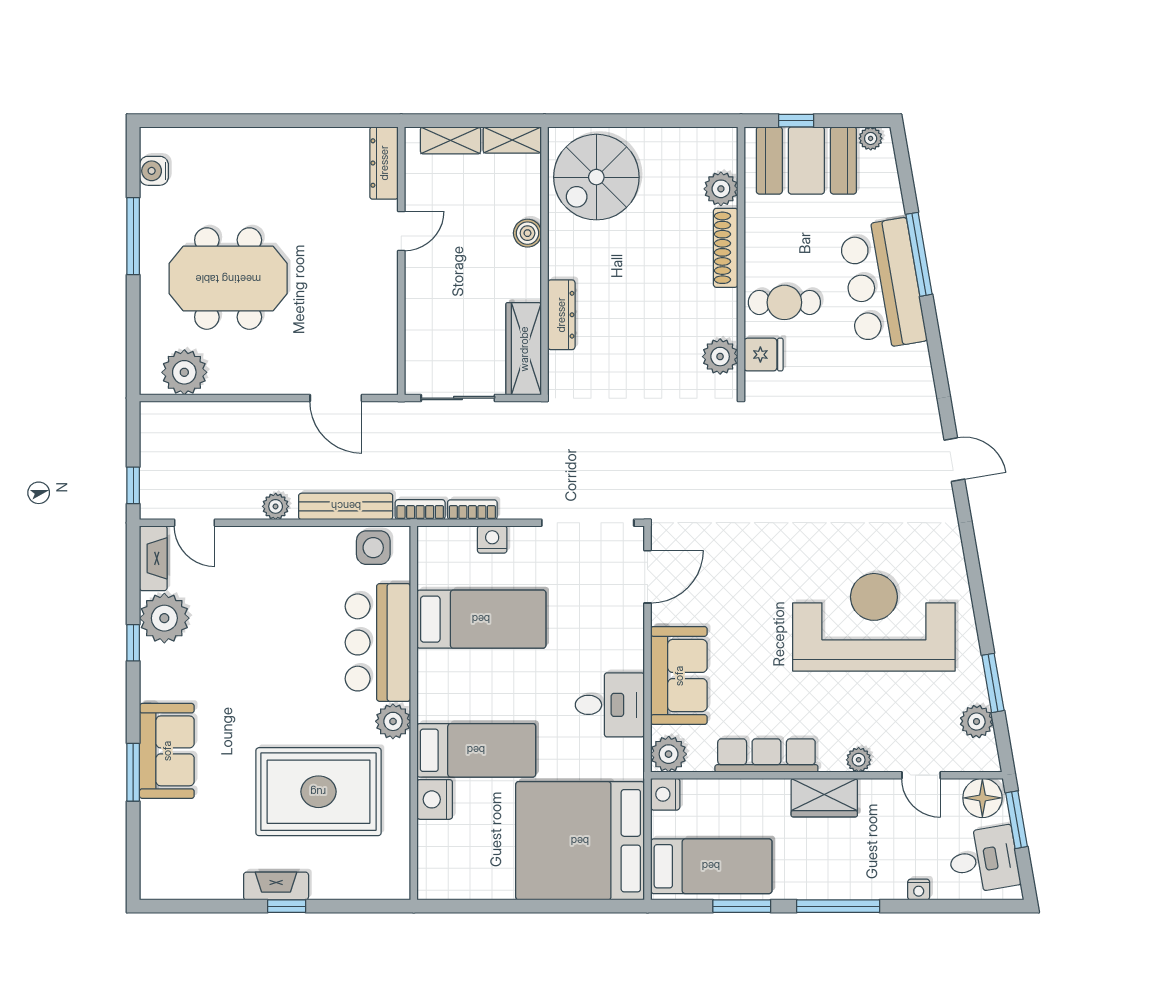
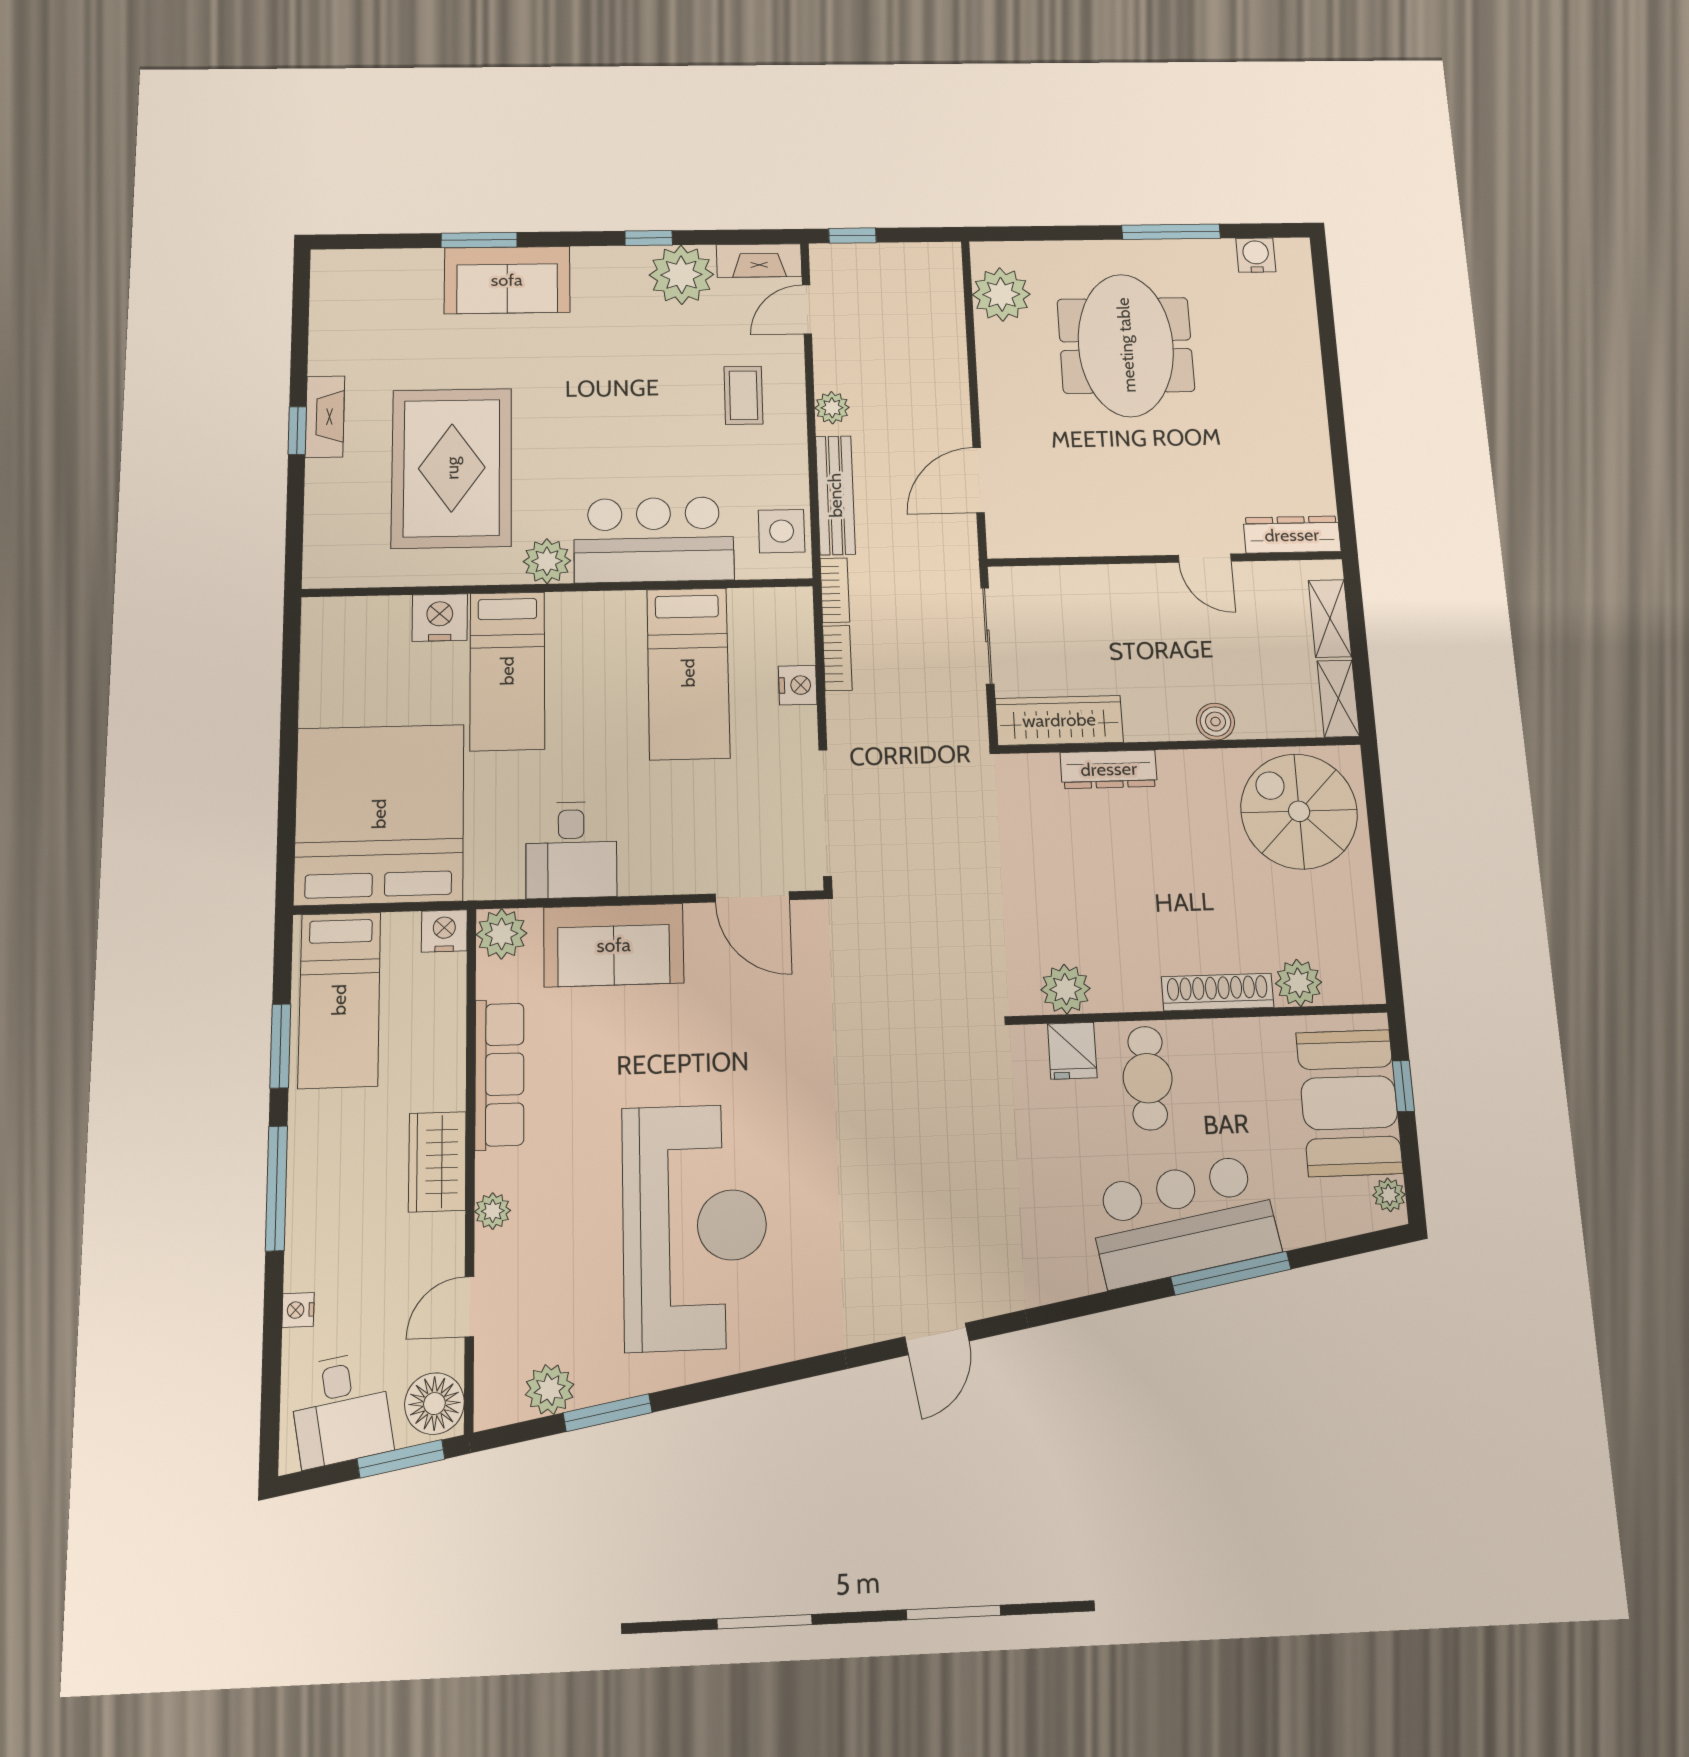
coffee table: (264, 573) -> (743, 395), added

